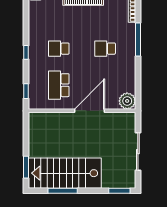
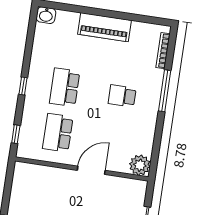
school desk: (59, 49) -> (65, 87), width x1.85
door: (90, 111) -> (91, 170), width x0.73

